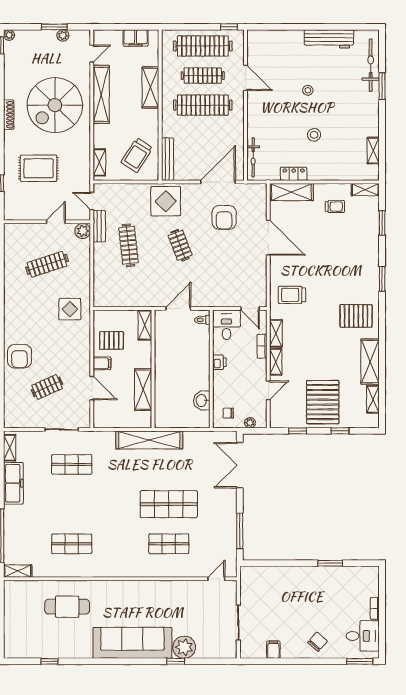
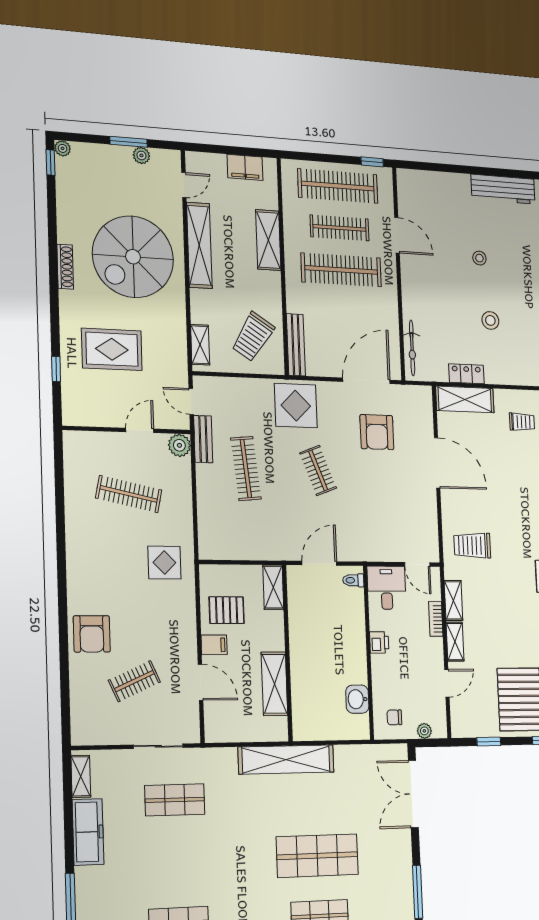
clothes rail: (47, 264) -> (129, 494), turned 30

